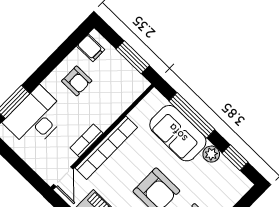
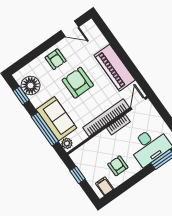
window: (133, 57) -> (78, 175), width x0.67
plant: (211, 154) -> (67, 143), moved
floor lamp: (224, 175) -> (31, 86), added

